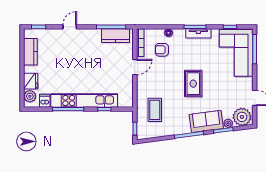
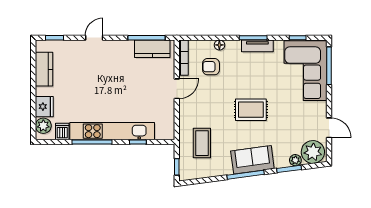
rug: (193, 84) -> (251, 110), turned 90
sofa: (206, 121) -> (252, 160), moved

